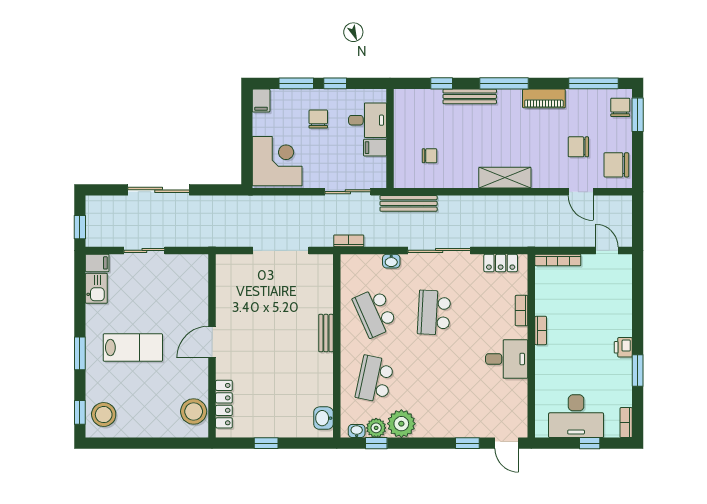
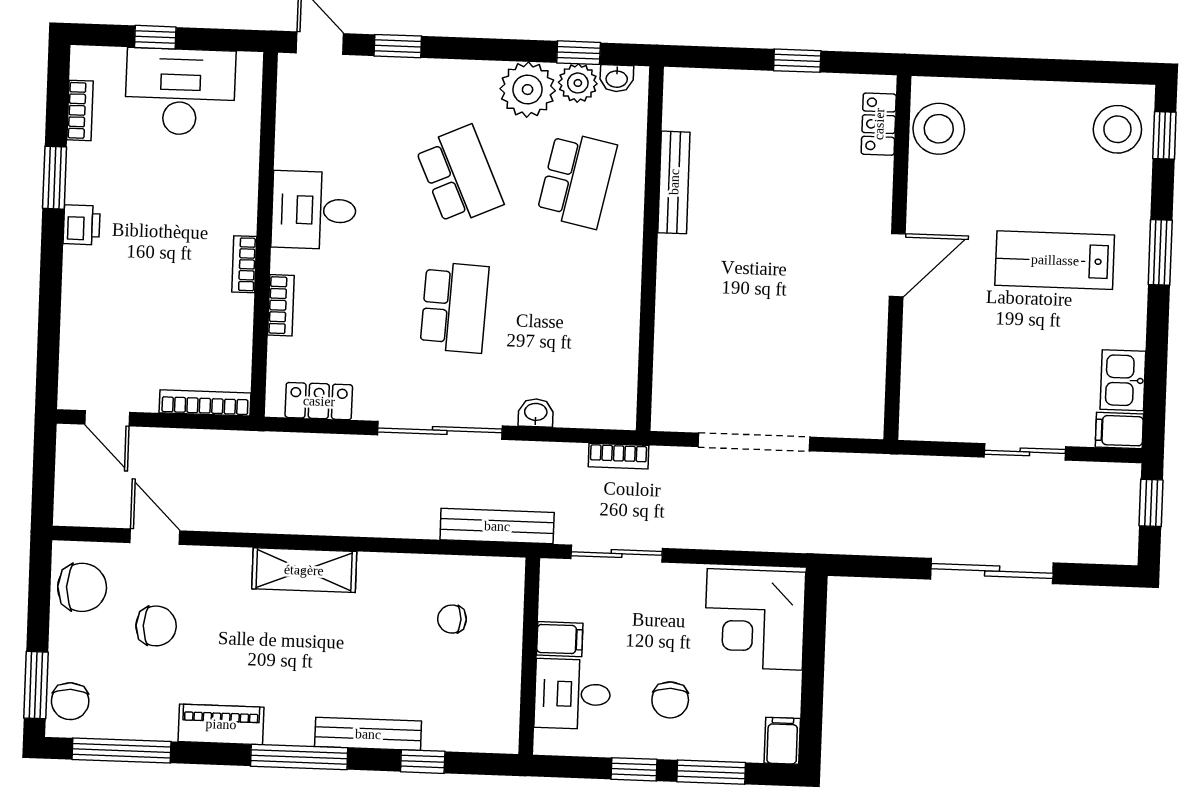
school desk: (375, 313) -> (459, 176), moved
bench: (326, 333) -> (674, 182), moved, width x1.36
locker: (224, 404) -> (879, 124), width x0.66
washbasin: (323, 418) -> (682, 106), removed
bookcase: (626, 423) -> (80, 110), moved

